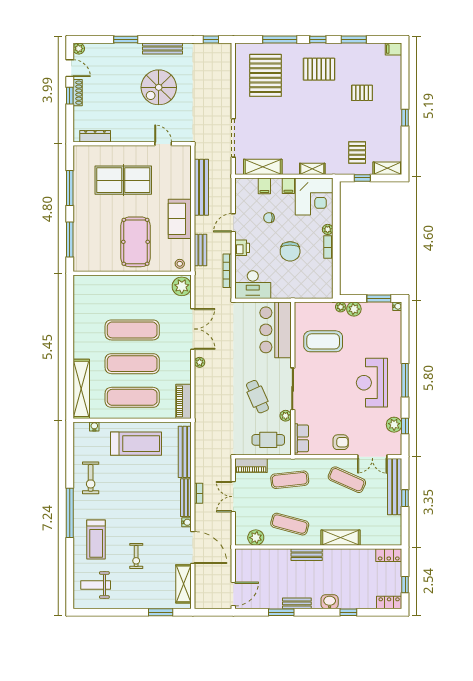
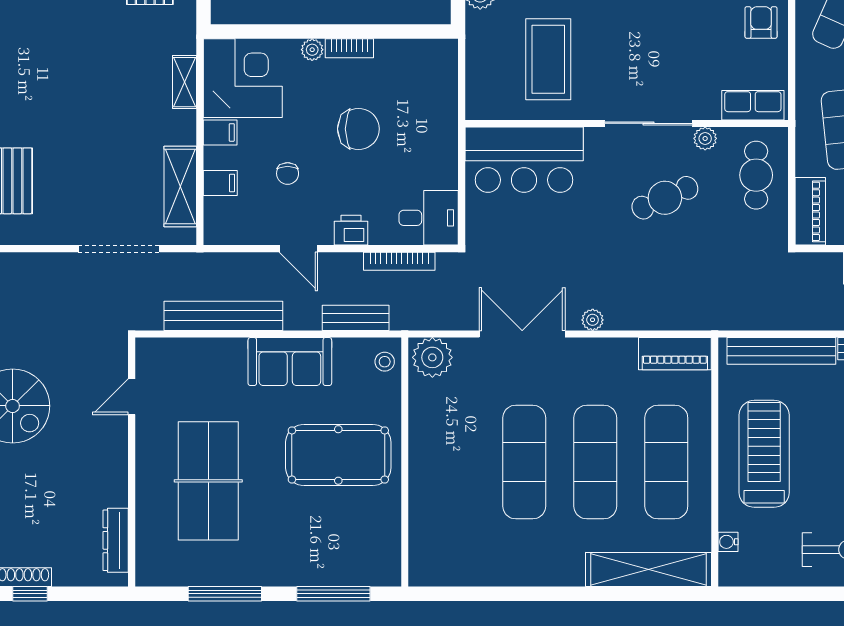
desk: (253, 285) -> (429, 218), width x0.73
plant: (341, 307) -> (476, 22), removed

